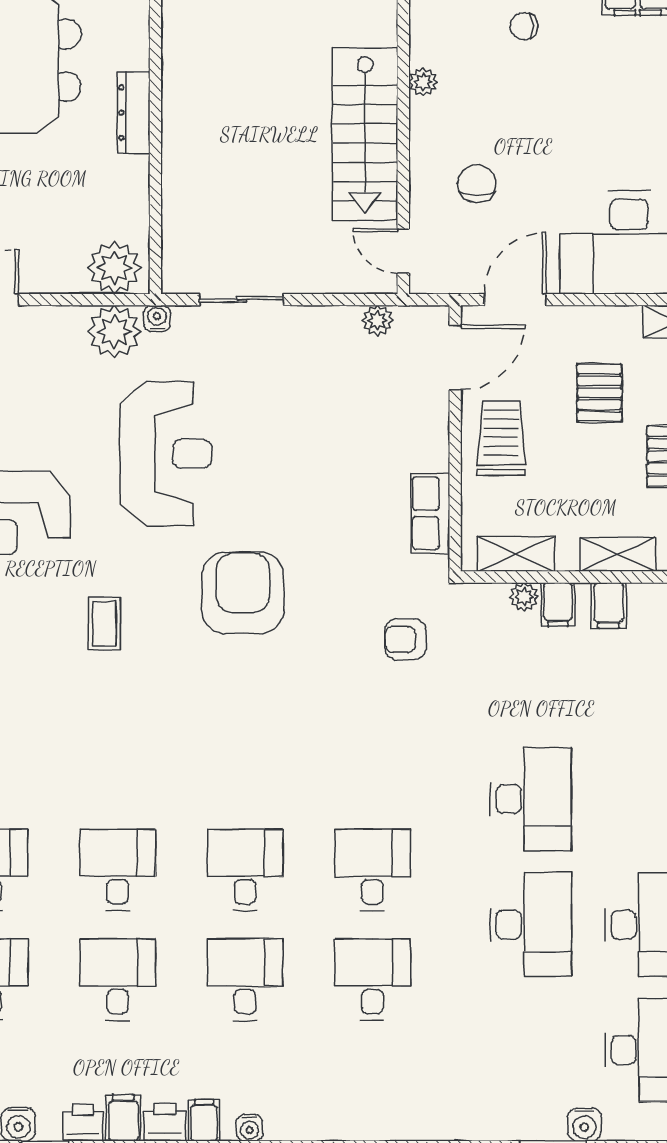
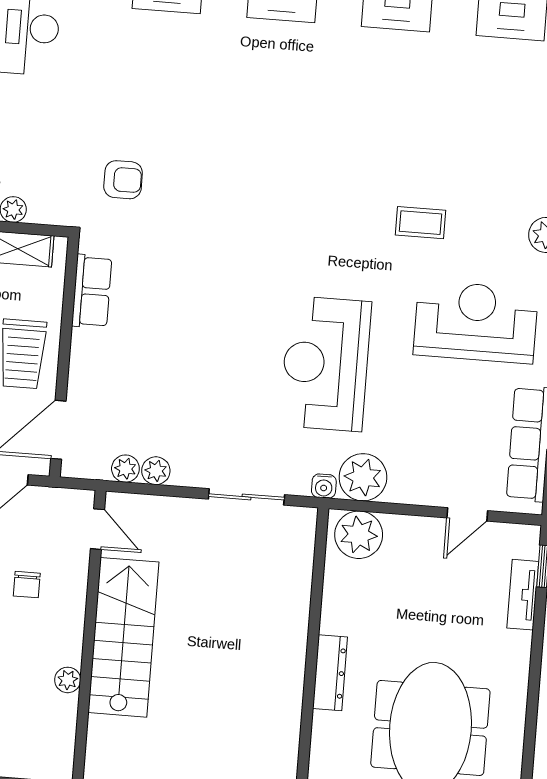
chair: (477, 184) -> (27, 585), width x0.73, depth x0.73
plant: (344, 321) -> (156, 471), added
armchair: (243, 593) -> (266, 233), removed
coffee table: (104, 624) -> (420, 223), moved, turned 90

